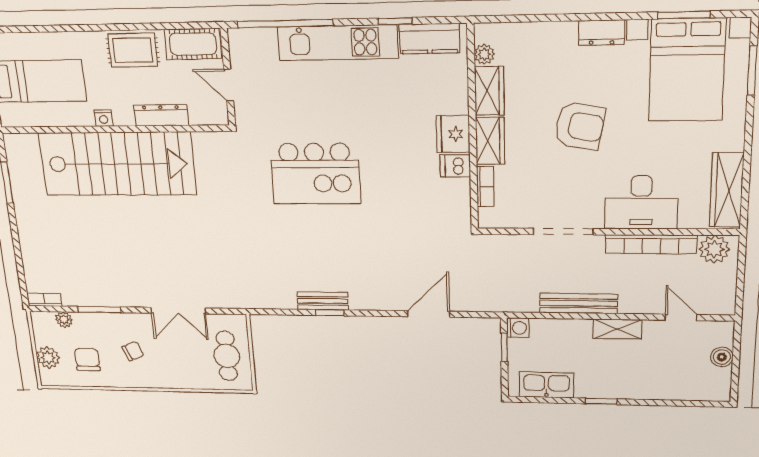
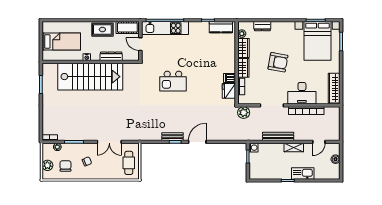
dresser: (602, 33) -> (262, 26), moved
kitchen unit: (338, 43) -> (165, 28), moved
fridge: (453, 134) -> (229, 91), moved
kitchen island: (315, 174) -> (173, 81), width x0.73, depth x0.78
plant: (714, 249) -> (244, 113), moved
door: (429, 314) -> (197, 142), moved
door: (681, 317) -> (319, 142), swing flipped
kitchen sink: (546, 385) -> (303, 173), moved

